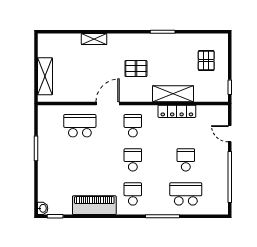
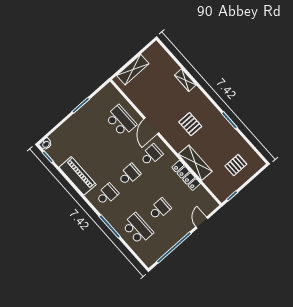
door: (108, 103) -> (151, 126), swing flipped

